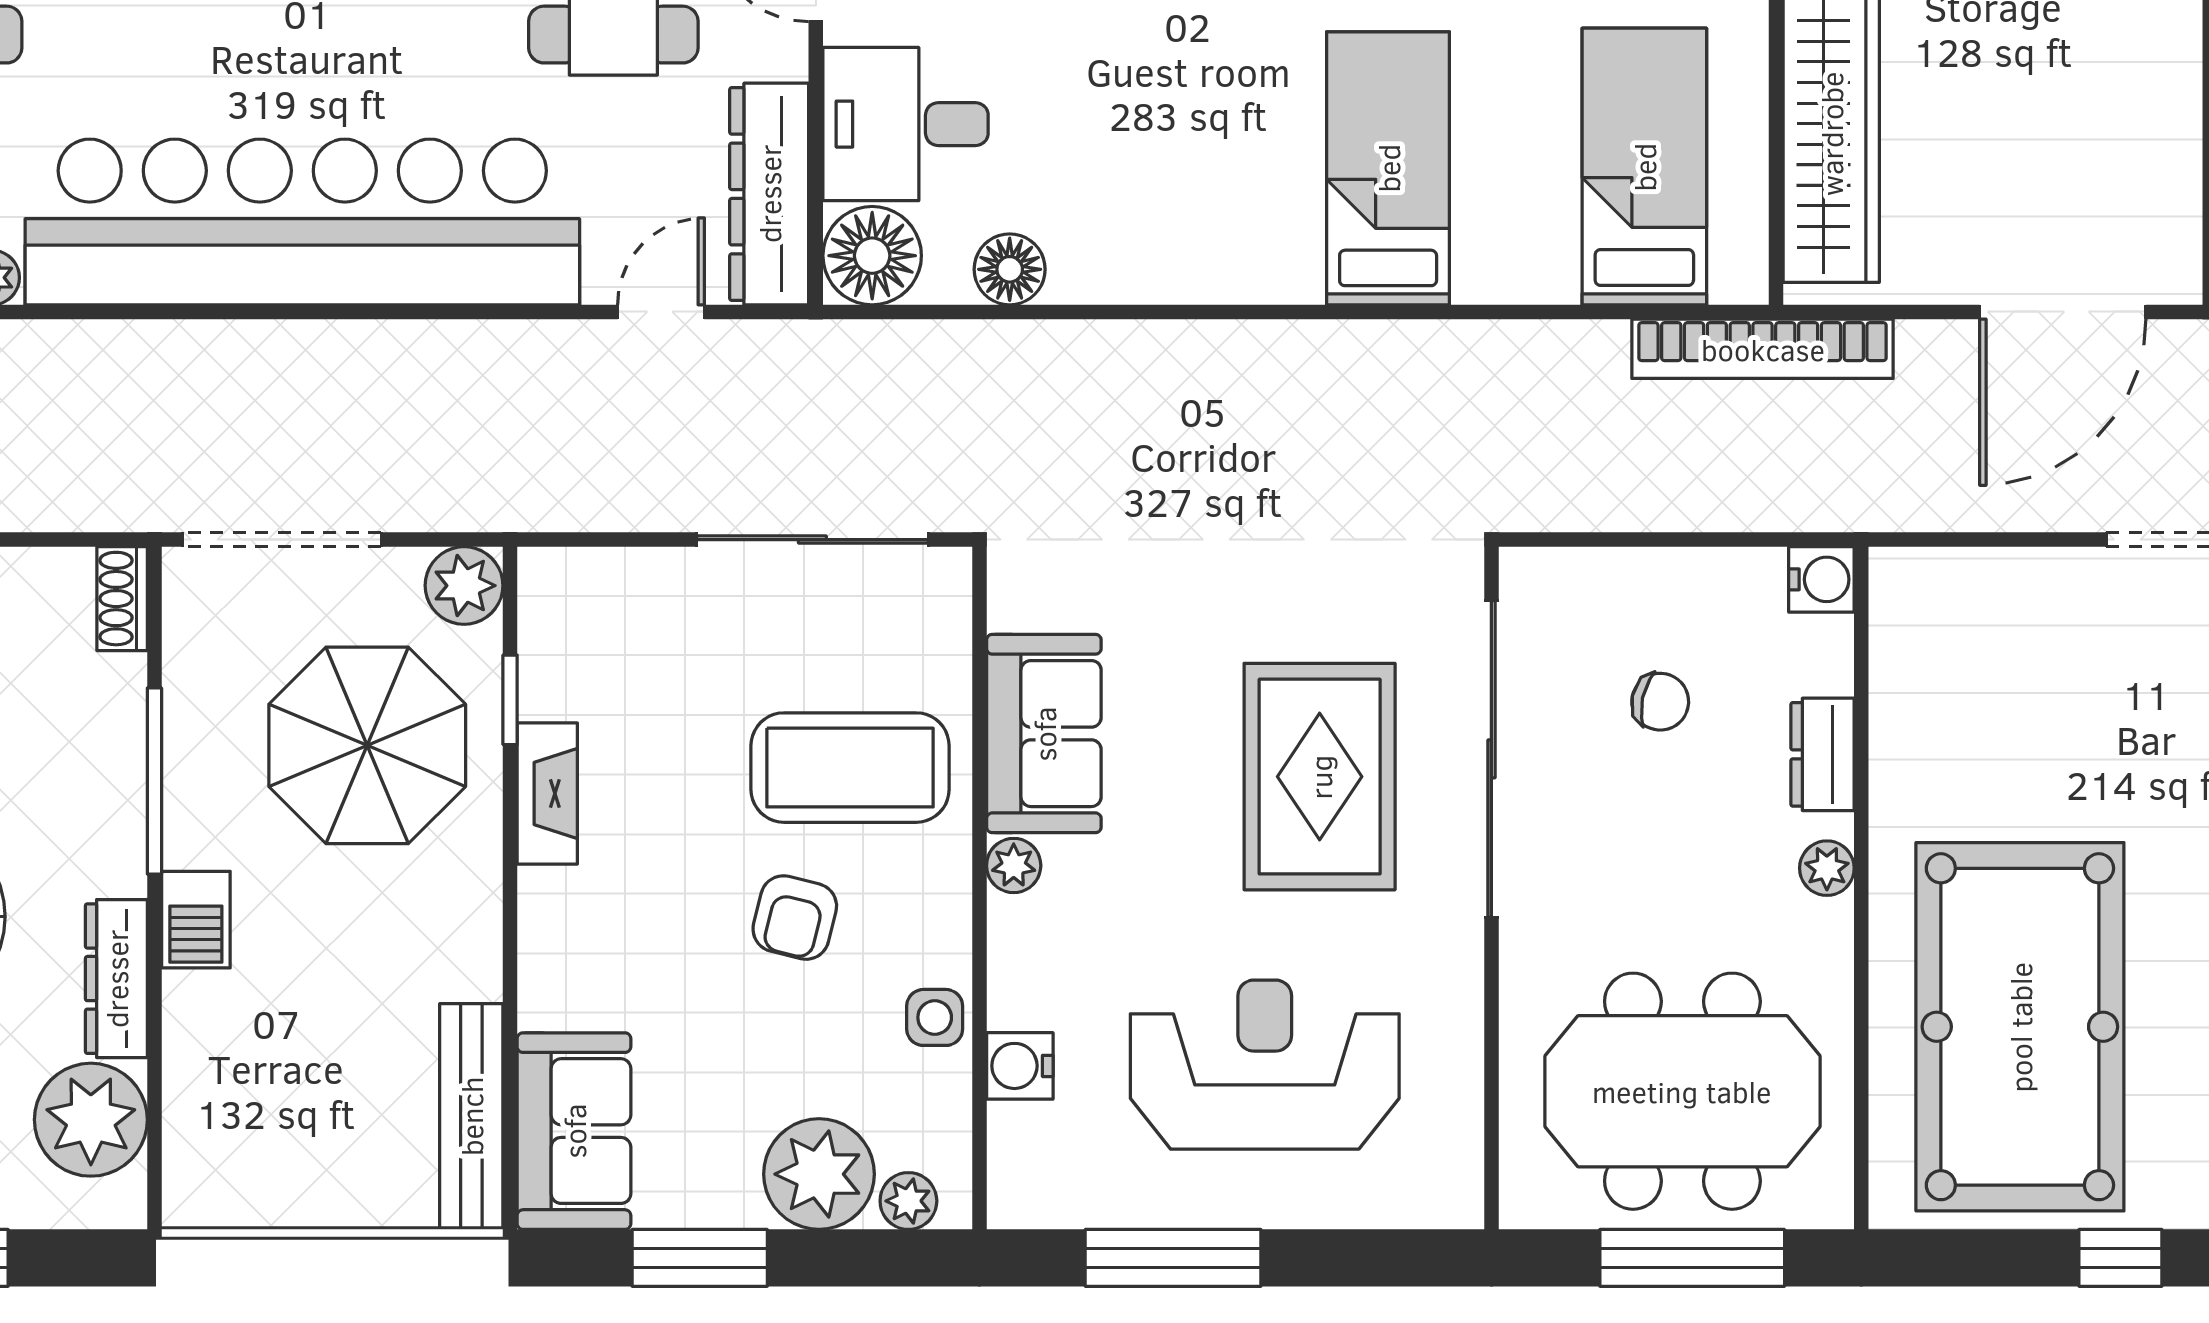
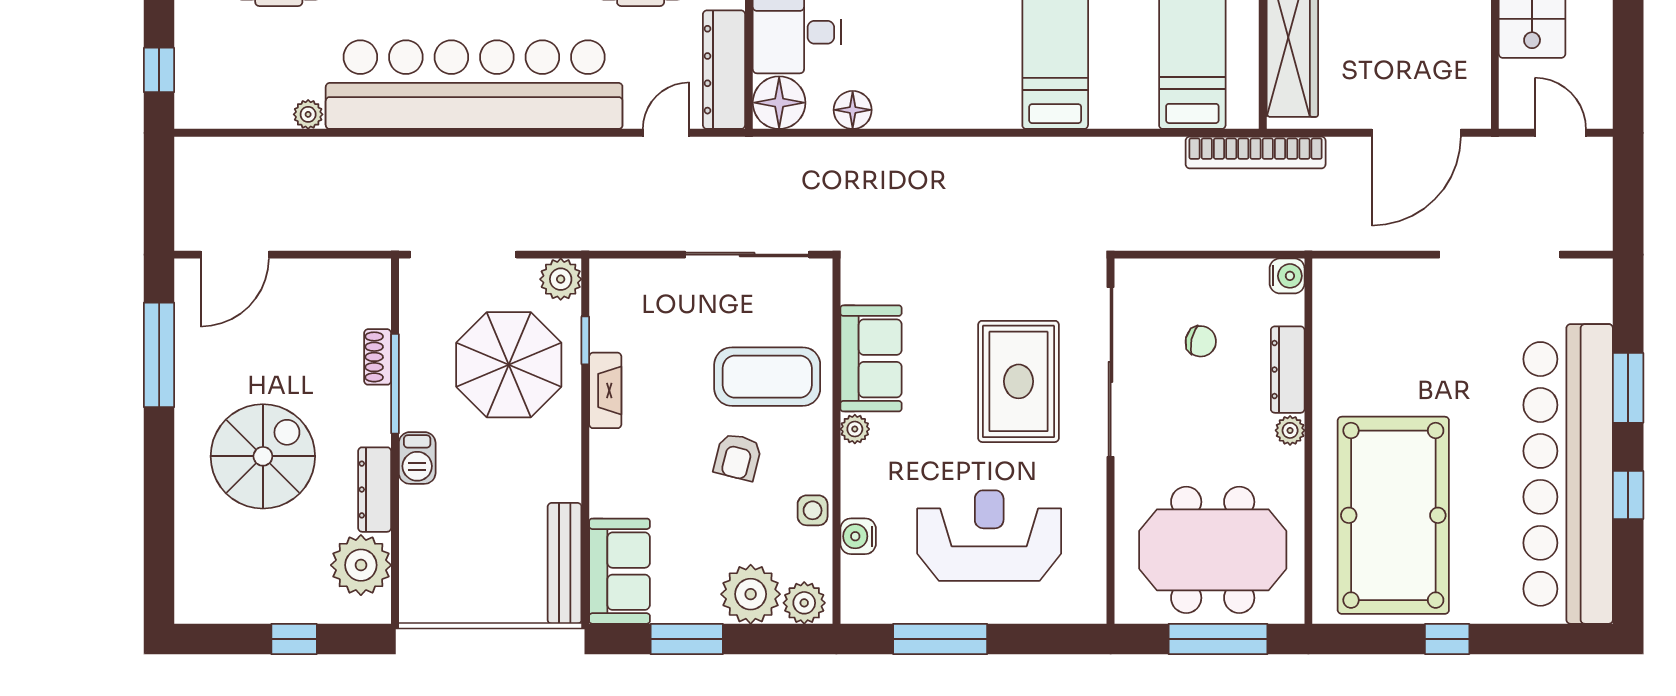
shoe rack: (122, 599) -> (378, 357), moved
dresser: (1823, 754) -> (1288, 370), width x1.44
plant: (908, 1201) -> (804, 603), width x1.38, depth x1.38

